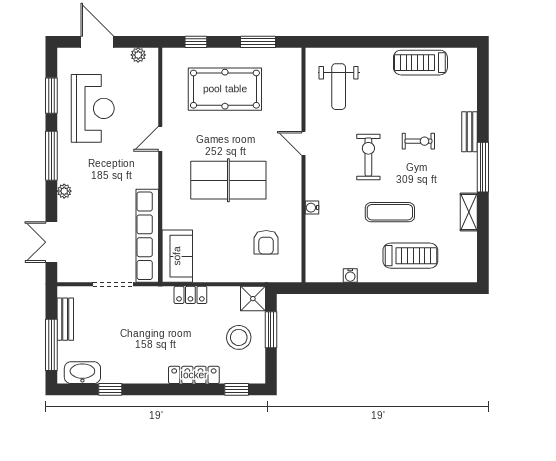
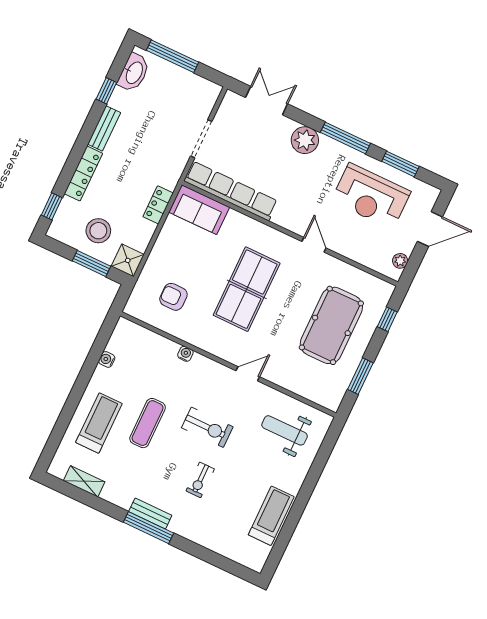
bench: (470, 132) -> (150, 513), moved
plant: (64, 191) -> (305, 140), width x1.88, depth x1.88
shelving: (469, 212) -> (84, 481), moved
treadmill: (410, 256) -> (99, 423), turned 180
bench: (65, 319) -> (104, 128), moved, turned 90

